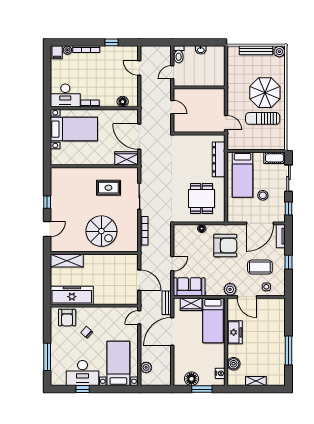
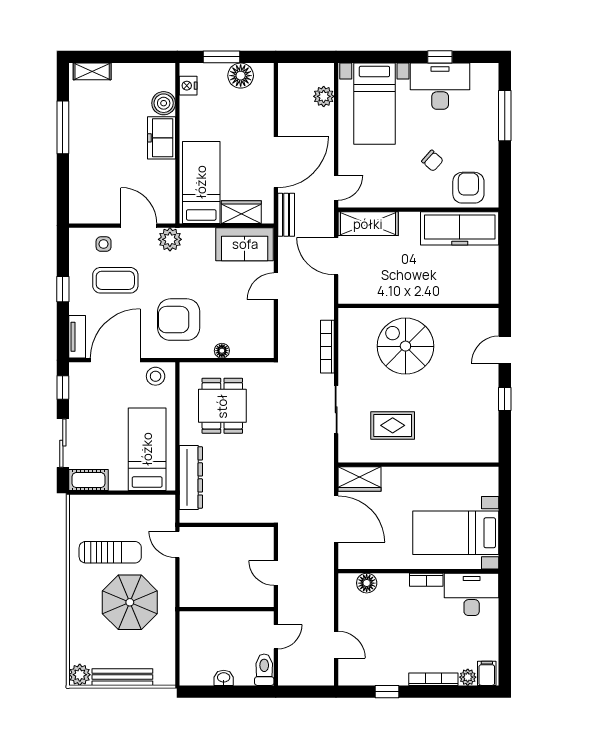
parasol: (265, 93) -> (130, 602), moved
stool: (263, 195) -> (156, 376), moved
shelving: (67, 261) -> (368, 224), moved
freezer: (235, 332) -> (162, 138), moved
shelving: (256, 381) -> (92, 71), moved

